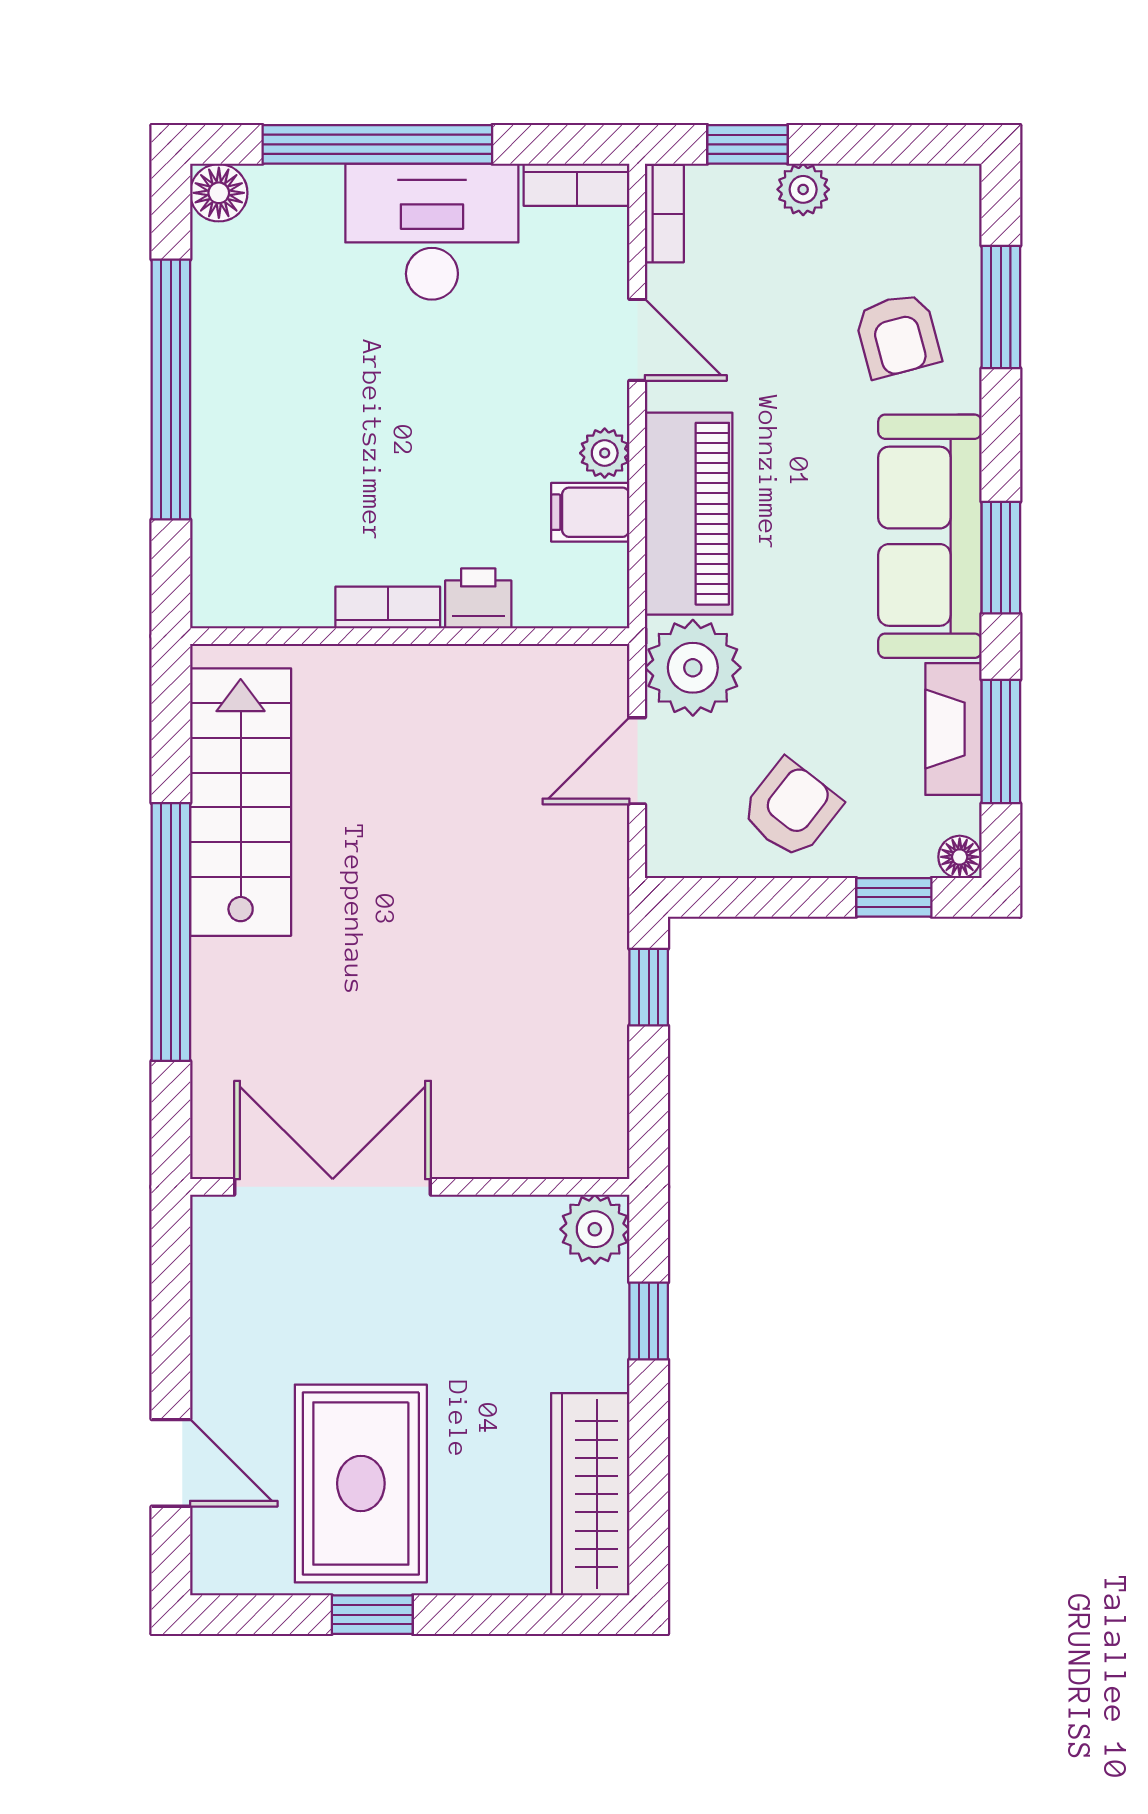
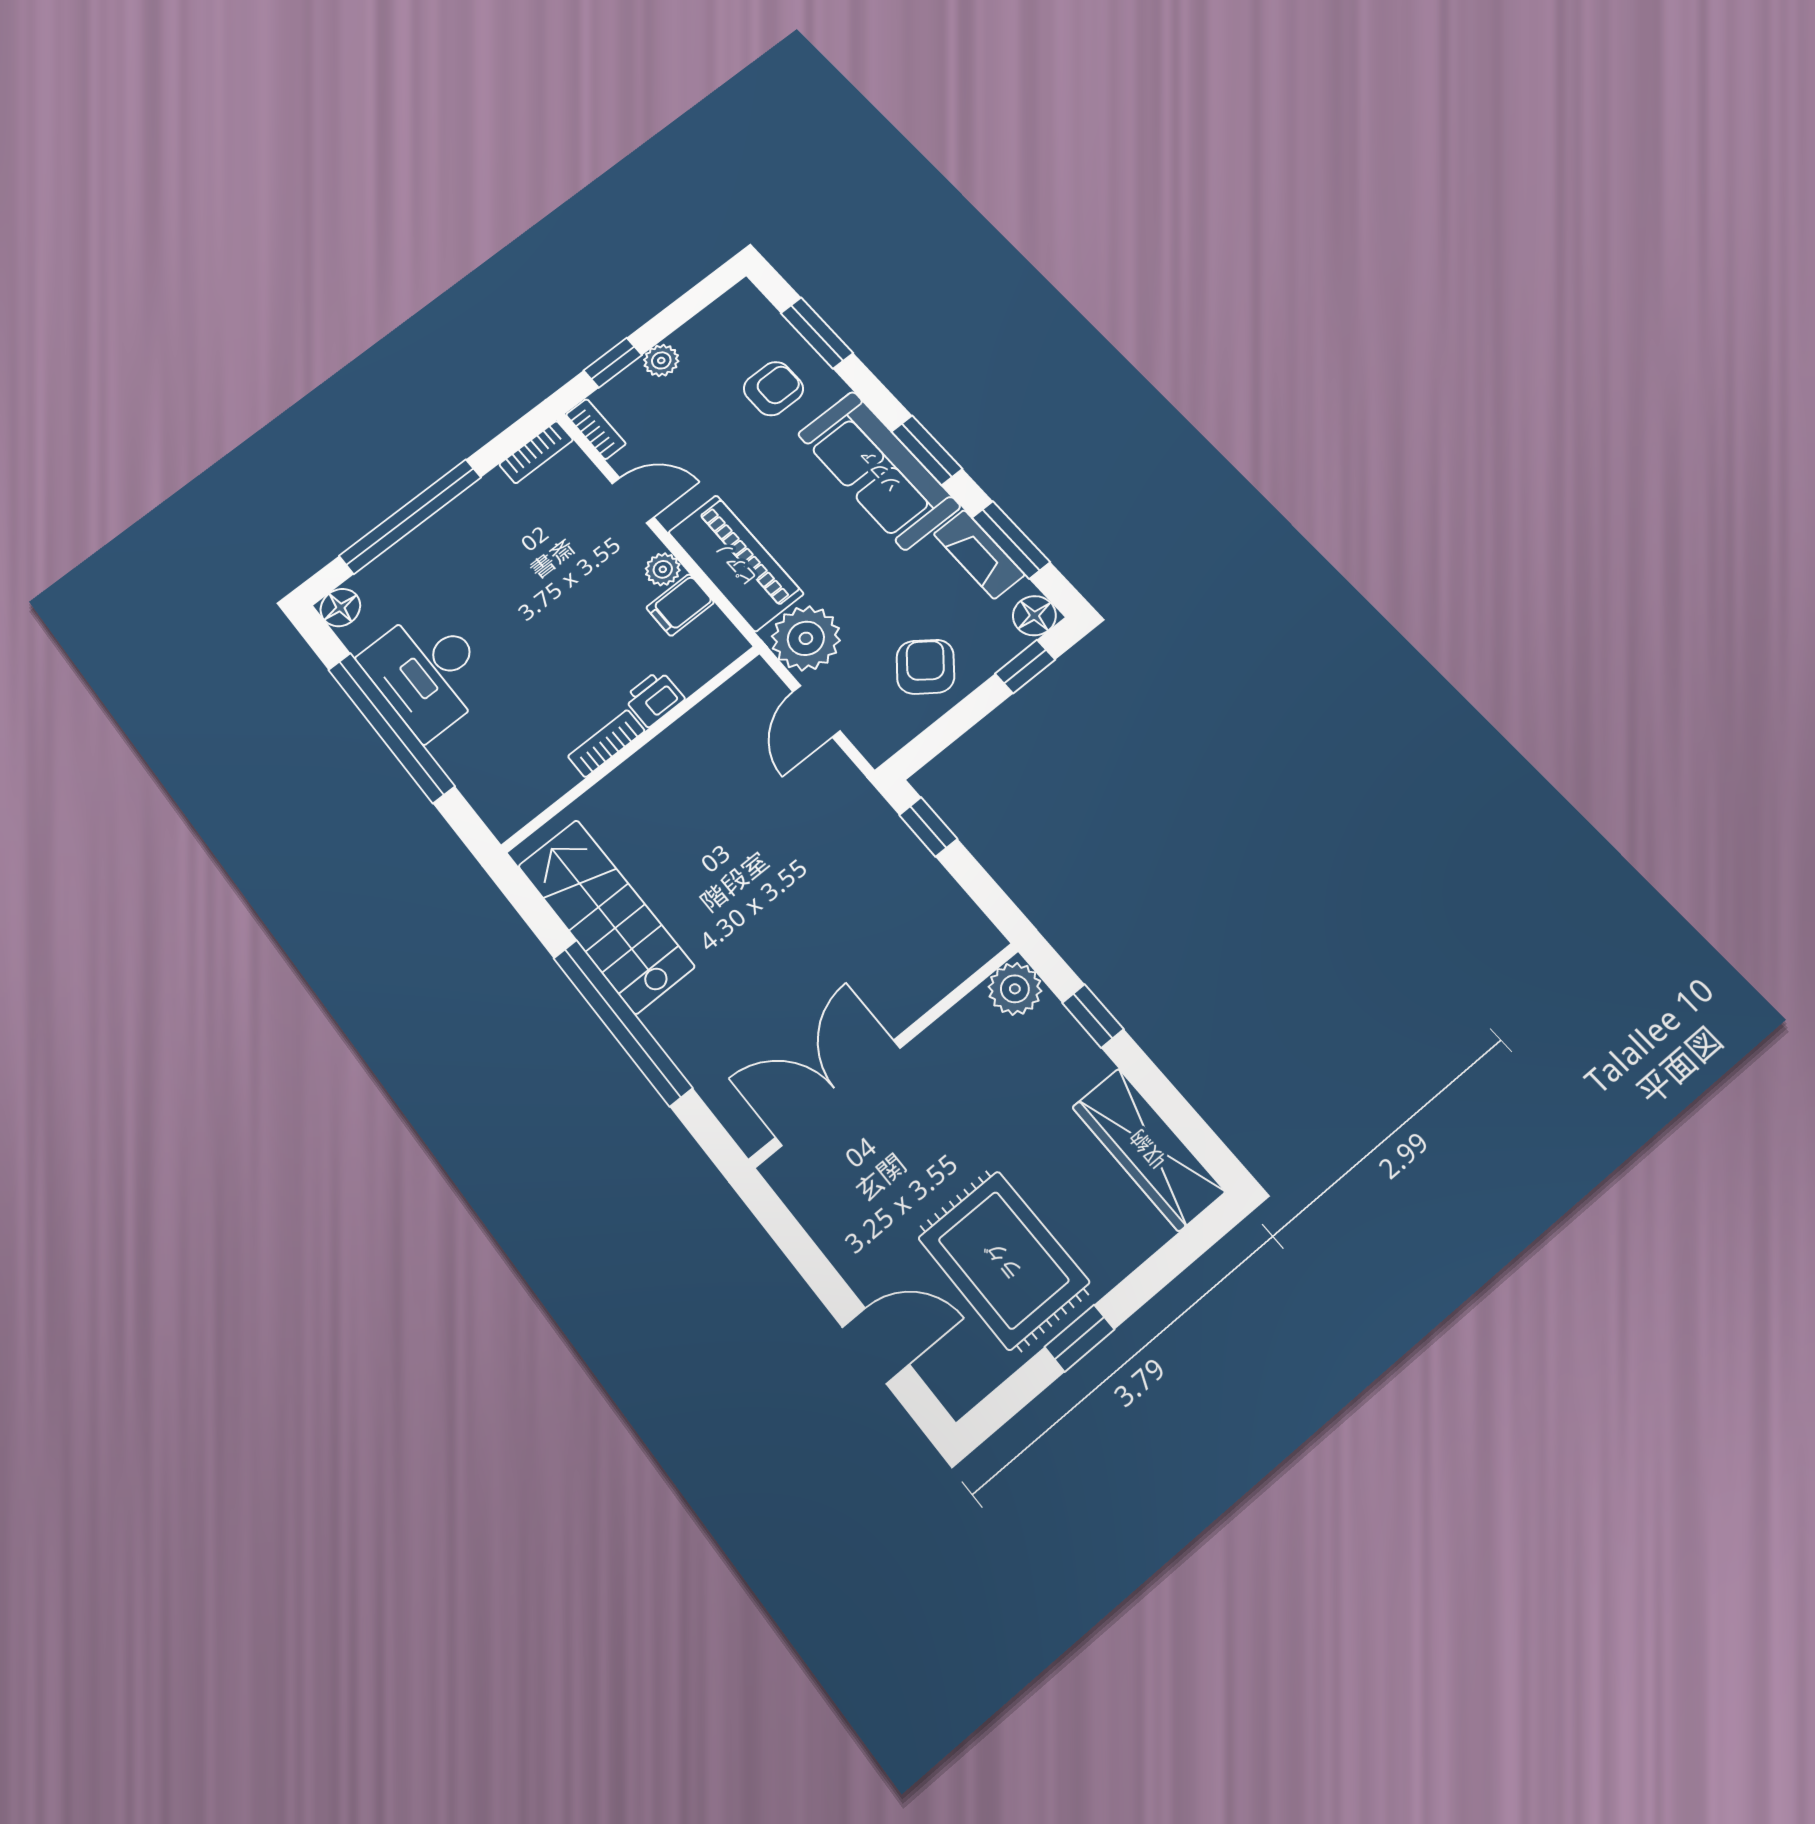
desk: (432, 232) -> (427, 672), moved, turned -90
armchair: (898, 335) -> (773, 389), turned -75
floor lamp: (960, 857) -> (1034, 616), width x1.37, depth x1.37

